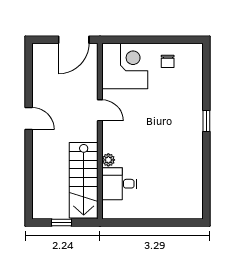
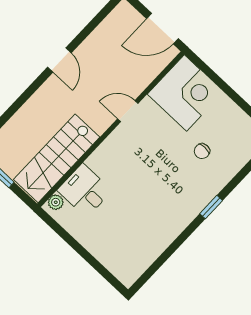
chair: (168, 61) -> (202, 151), moved
door: (100, 110) -> (128, 111), swing flipped
plant: (108, 160) -> (56, 202), moved

